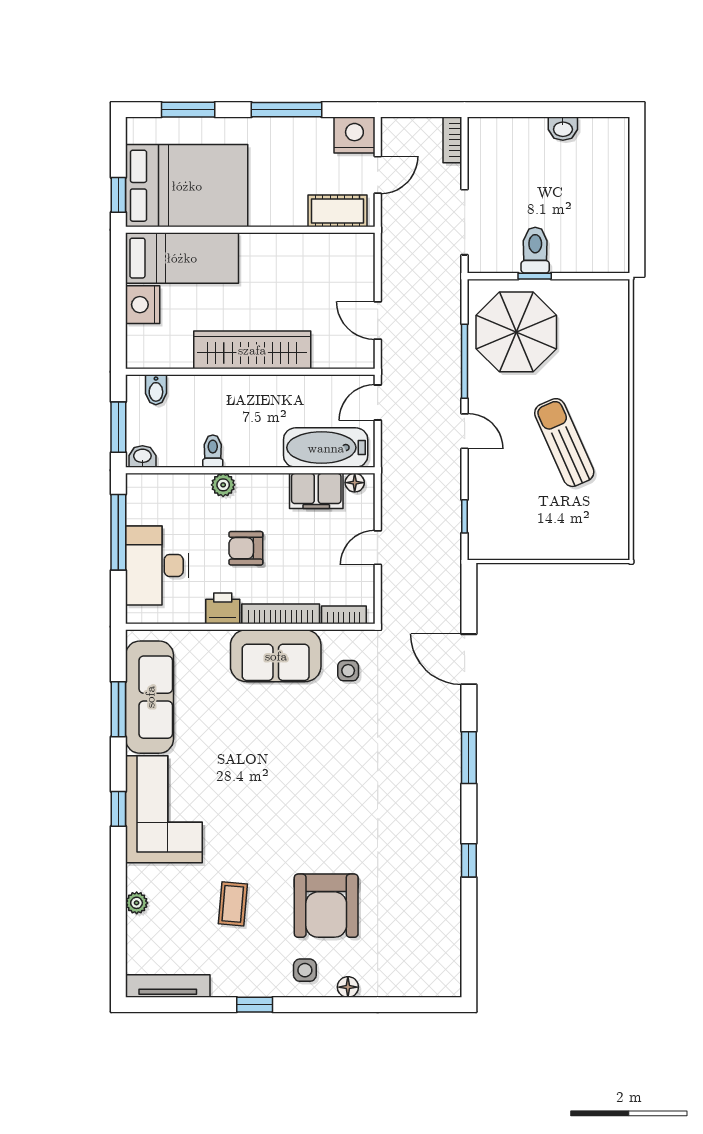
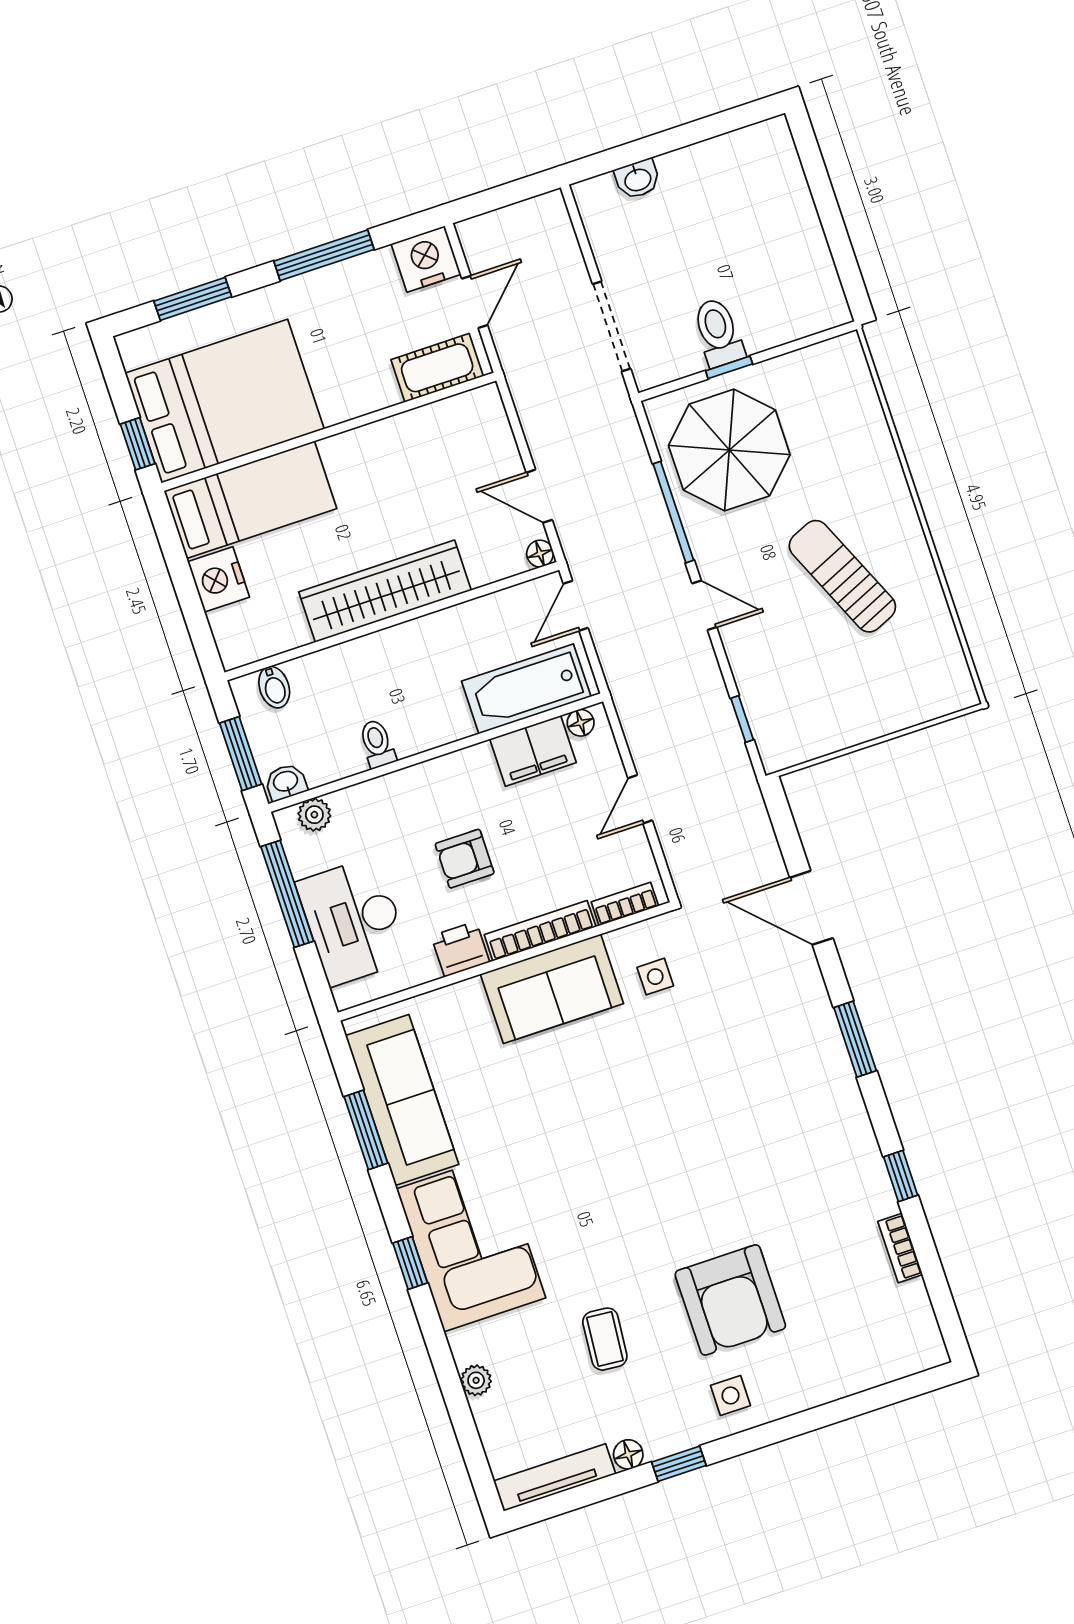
washbasin: (563, 129) -> (638, 179), moved
bookcase: (452, 140) -> (900, 1248), moved
floor lamp: (365, 359) -> (540, 554), added
plant: (223, 485) -> (314, 815), moved
floor lamp: (348, 987) -> (628, 1454), moved

